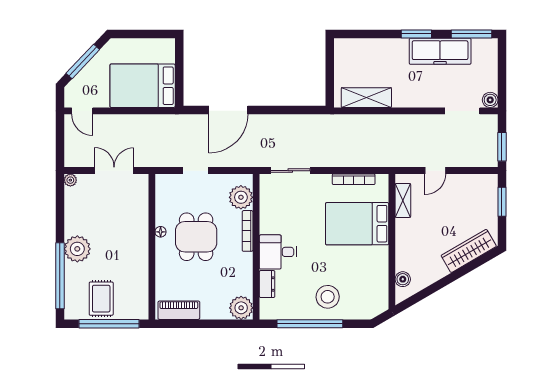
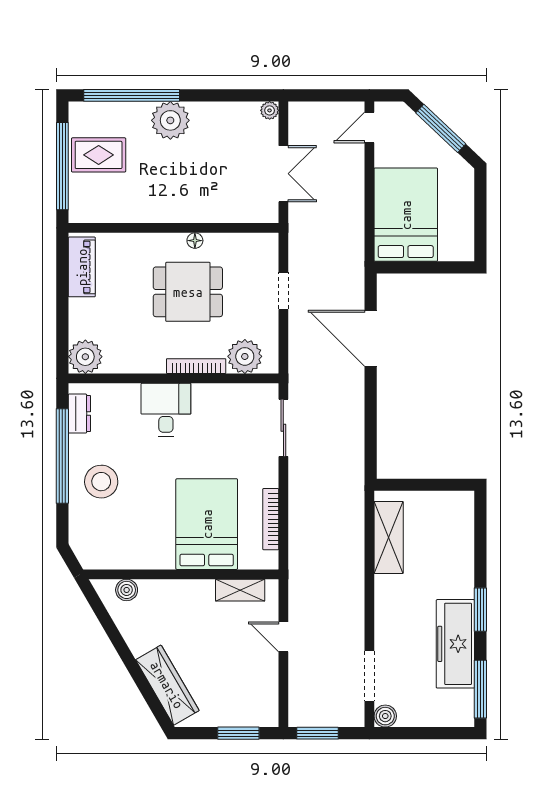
dresser: (267, 284) -> (79, 414), moved, turned -90

